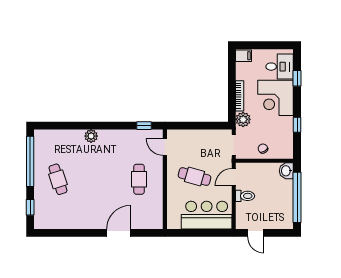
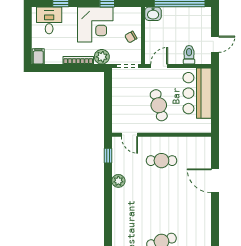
corner desk: (275, 98) -> (95, 24), moved
plant: (91, 136) -> (118, 181), moved
door: (165, 147) -> (129, 135), hinge flipped
cafe table: (194, 177) -> (159, 105), turned -32
door: (234, 177) -> (159, 66), swing flipped
toilet: (245, 196) -> (189, 55), moved

